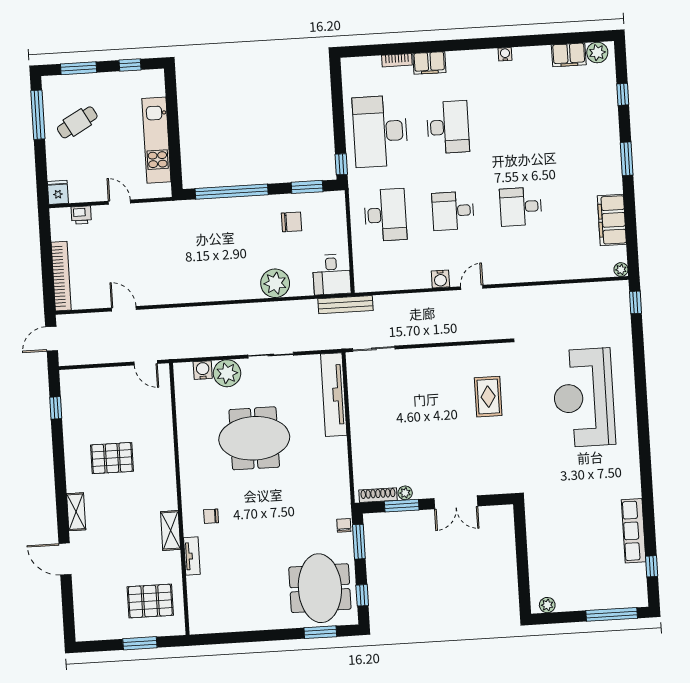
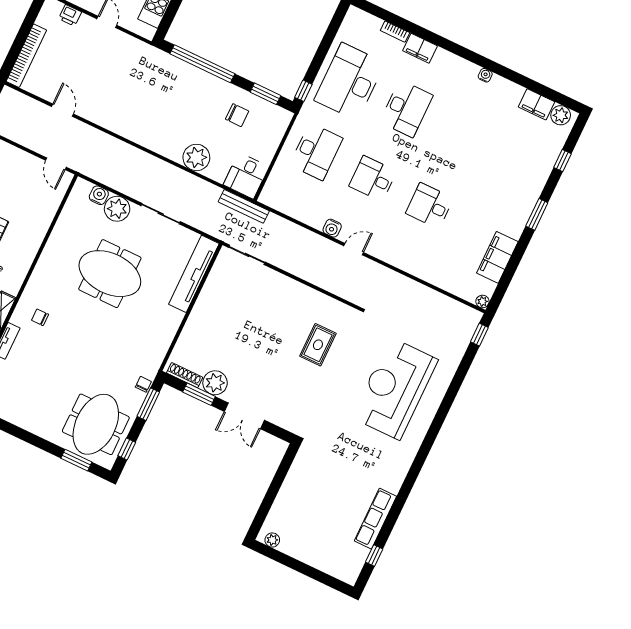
plant: (405, 493) -> (215, 383), width x1.87, depth x1.87
window: (612, 614) -> (320, 576), removed

